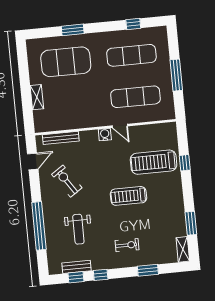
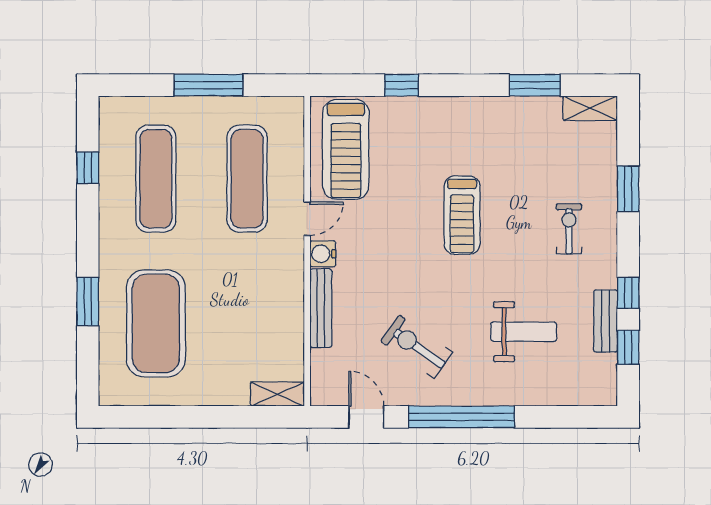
shelving: (37, 97) -> (277, 394), moved
bench: (61, 138) -> (321, 308), moved
treadmill: (154, 162) -> (346, 149), moved
exercise bike: (67, 181) -> (417, 347), turned 69
window: (39, 226) -> (461, 417), moved
bench: (77, 267) -> (606, 321), moved

